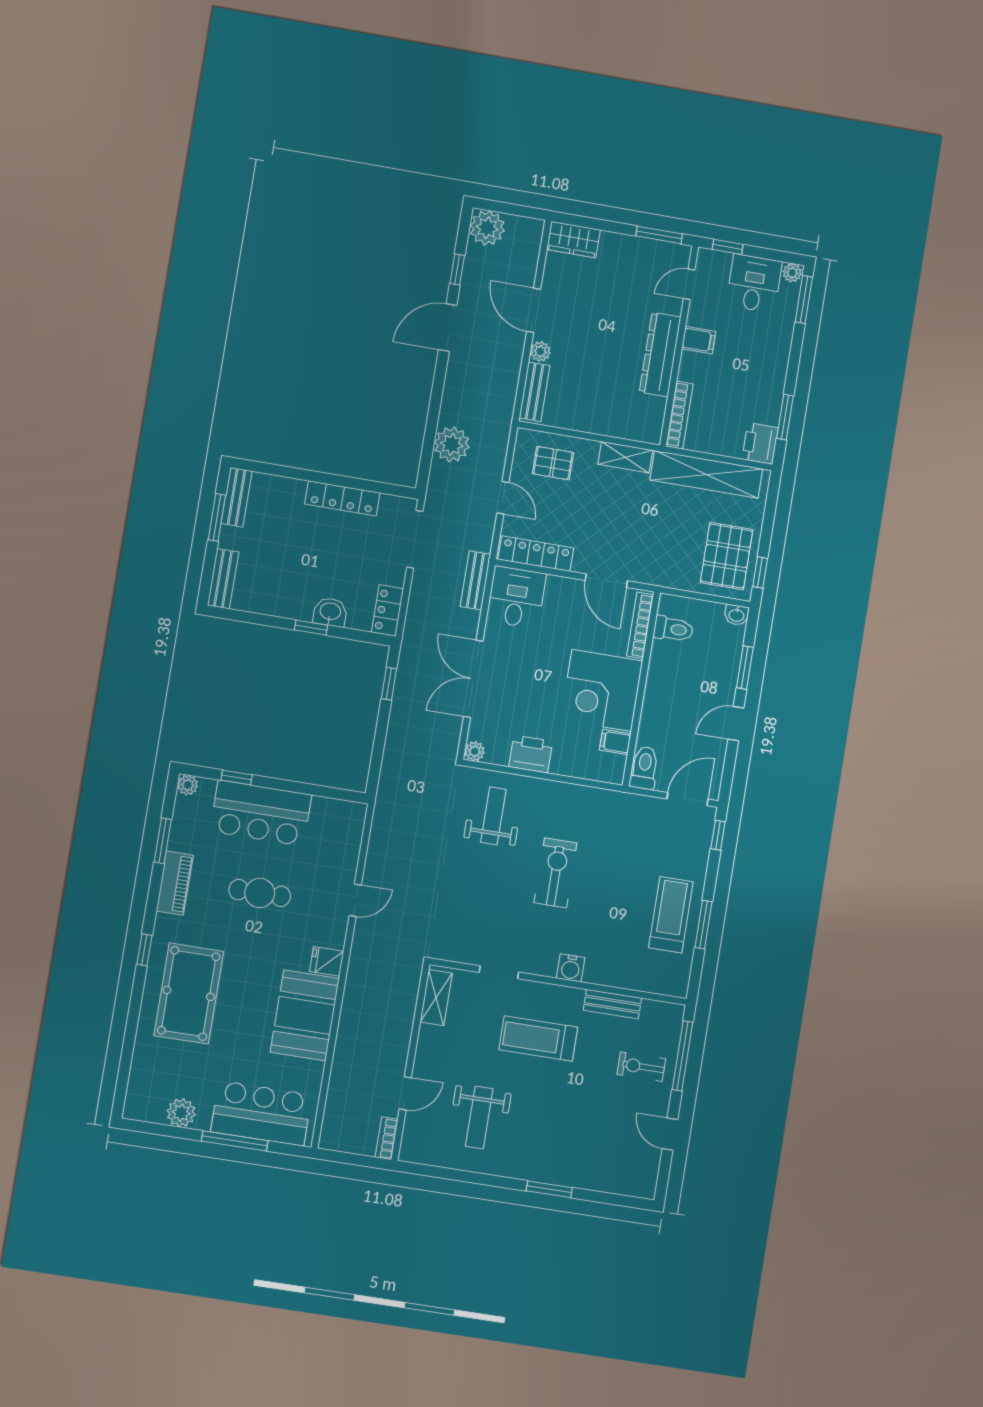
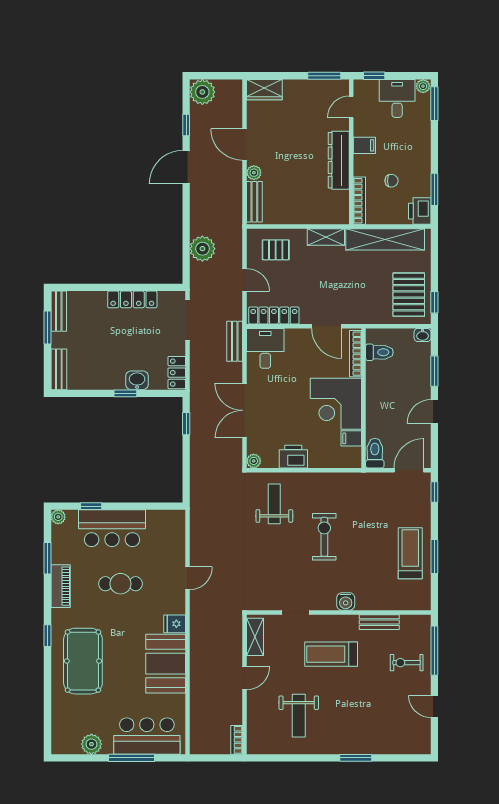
chair: (728, 395) -> (391, 181), added
door: (405, 1093) -> (244, 678), moved

